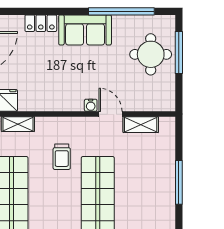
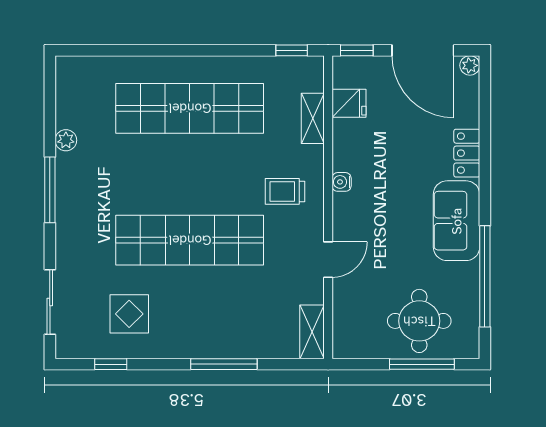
water cooler: (91, 105) -> (342, 182), moved
shelving: (141, 125) -> (312, 332), moved
trolley: (62, 157) -> (285, 191), moved

